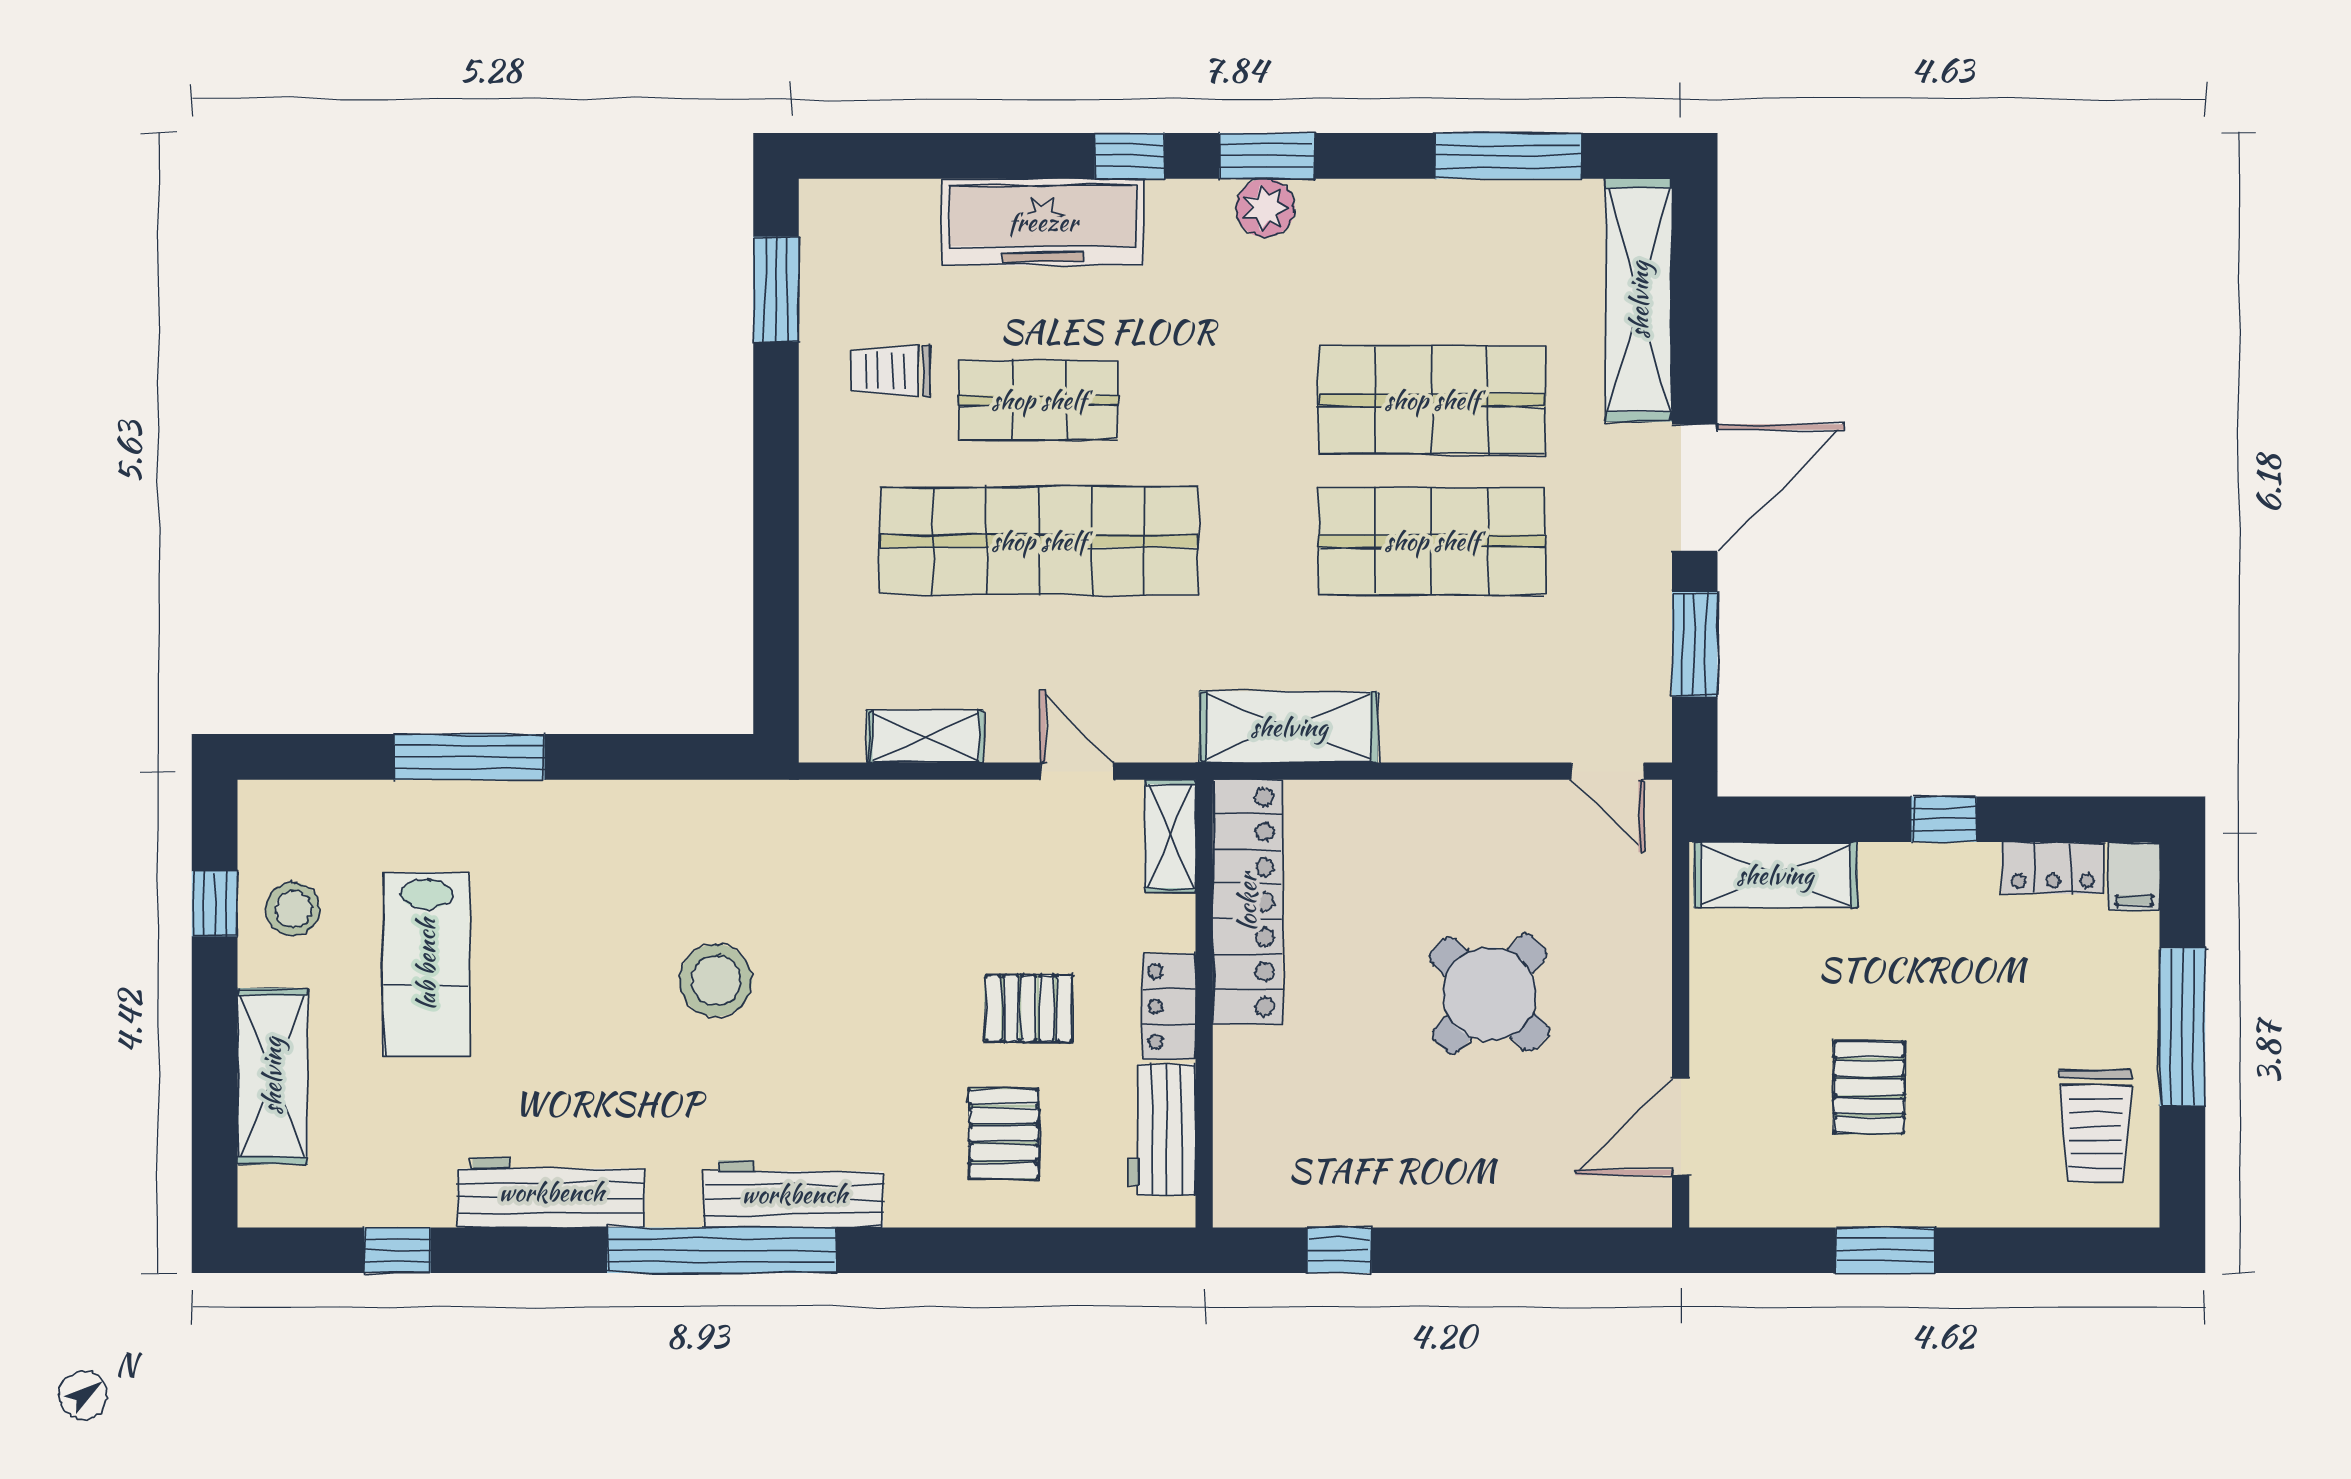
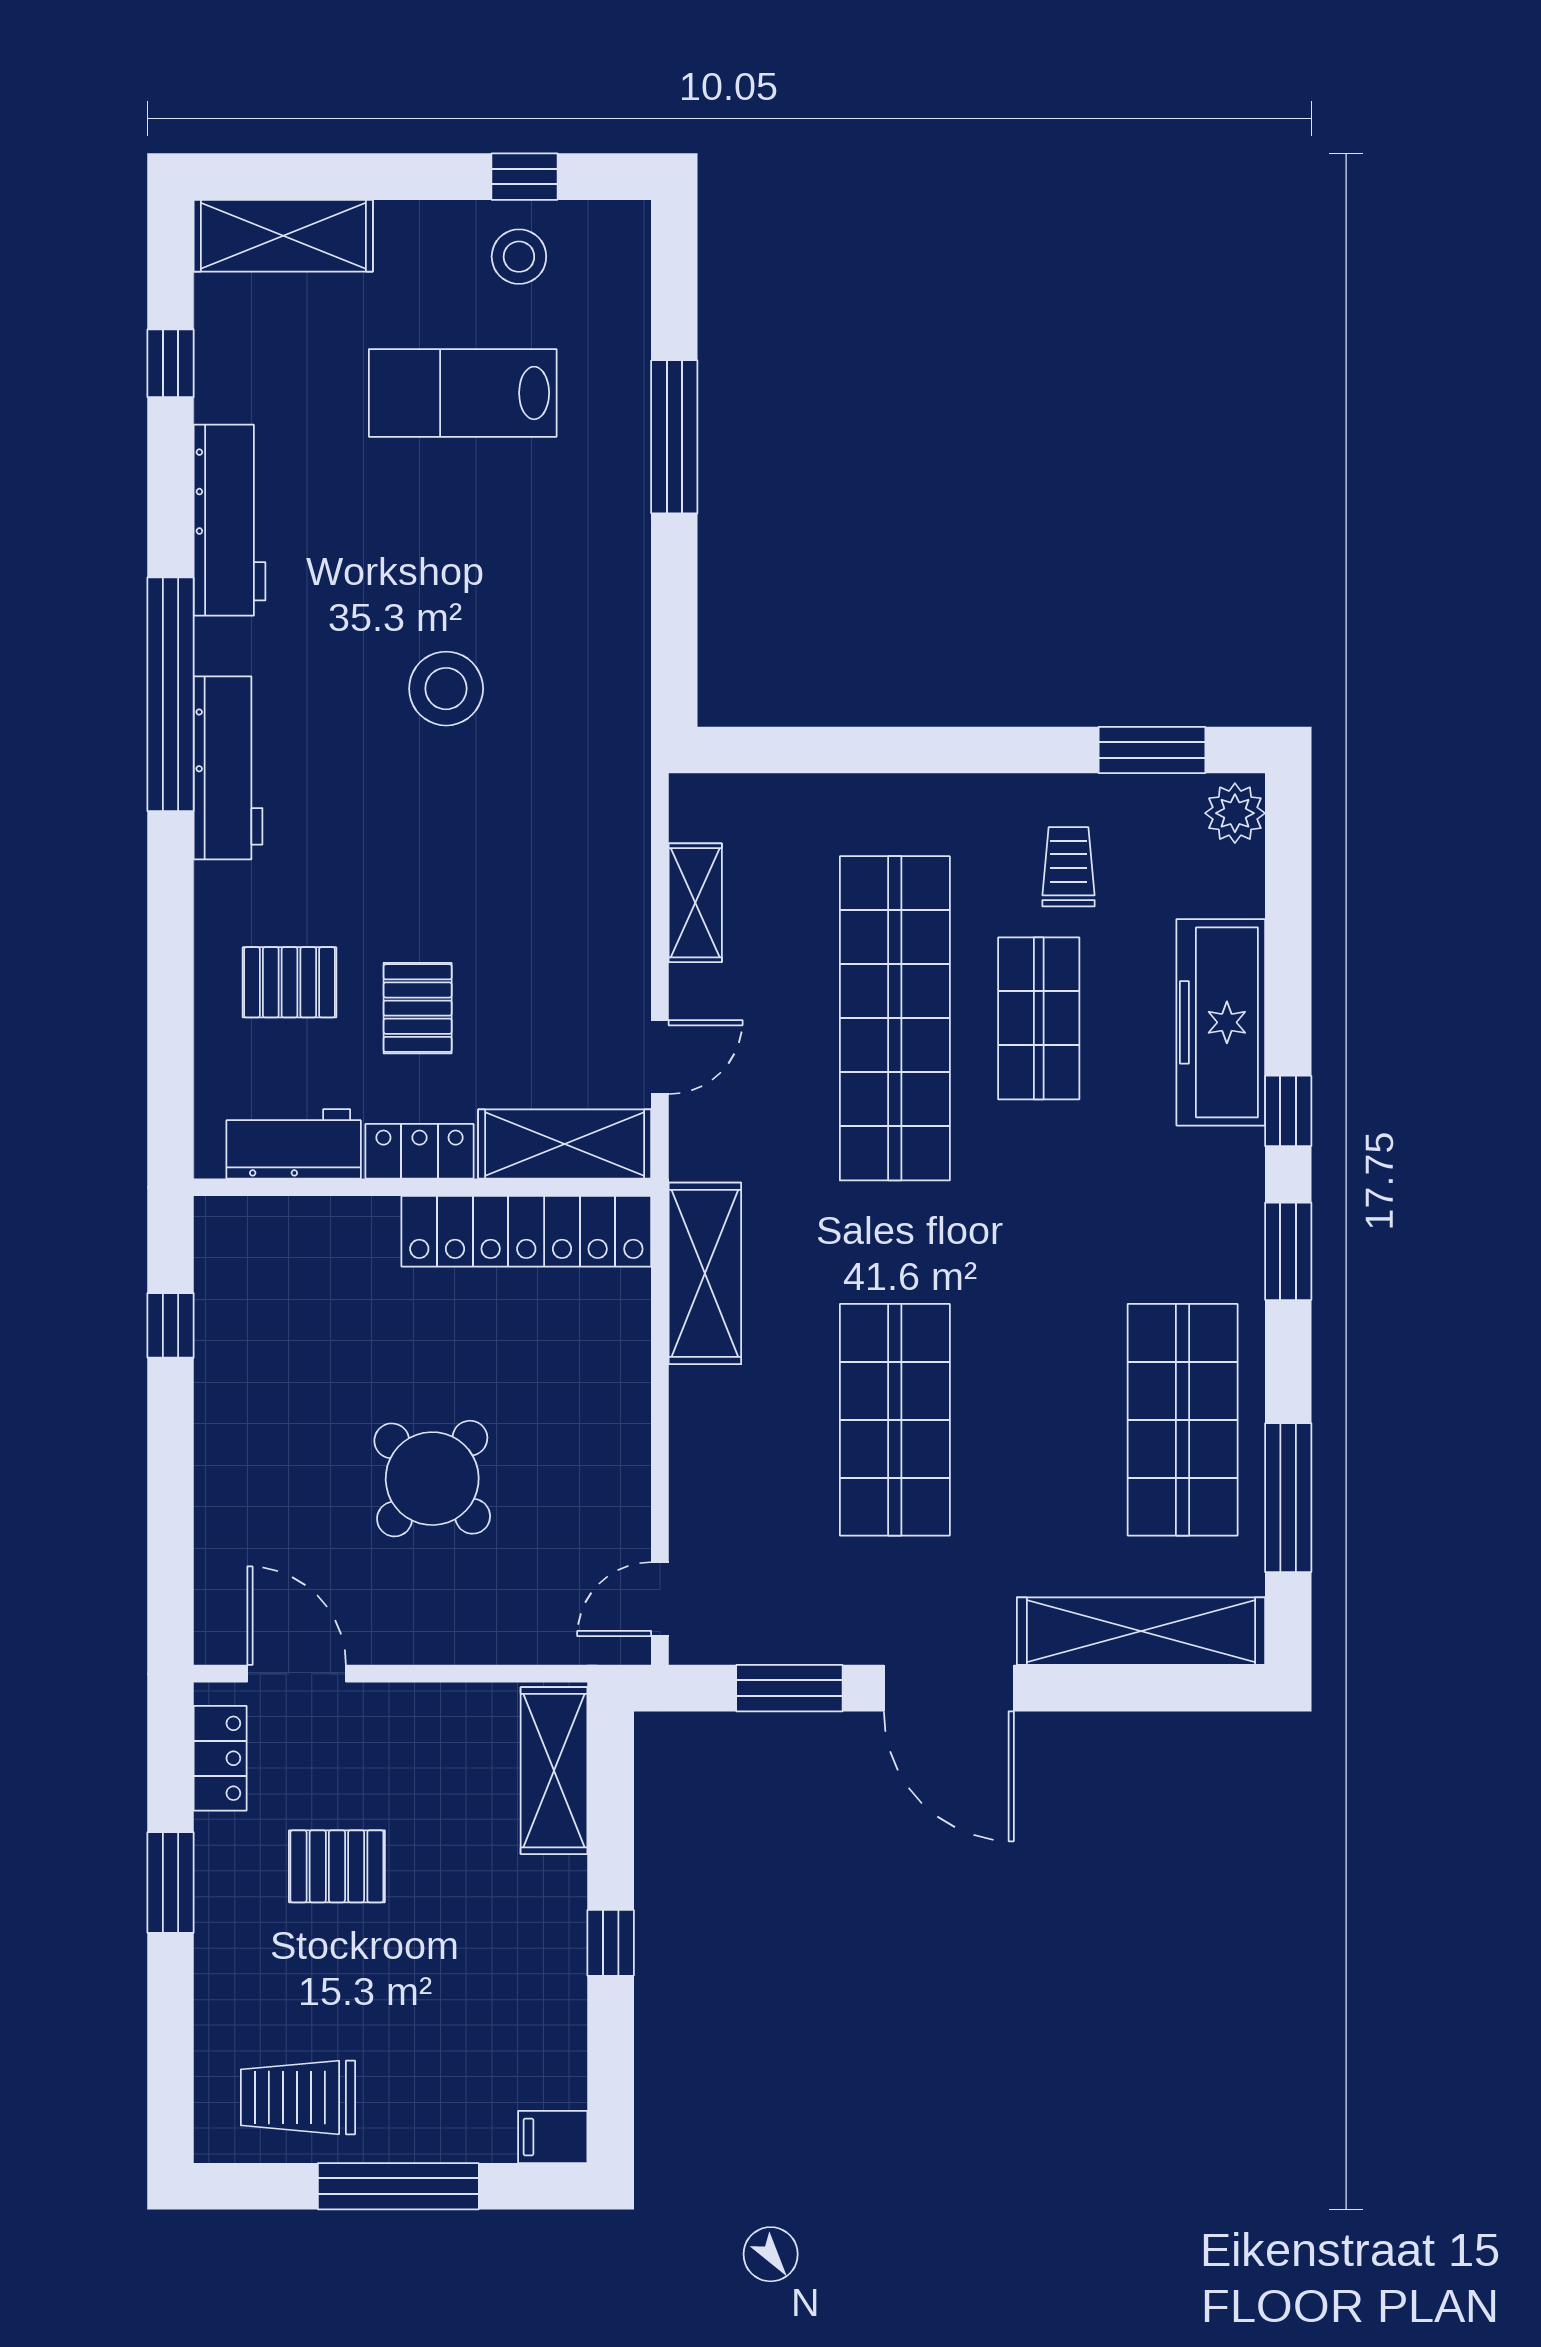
plant: (1265, 208) -> (1235, 813), moved
shop shelf: (1432, 400) -> (1183, 1420), moved
shelving: (1170, 836) -> (565, 1144), width x1.50, depth x1.33
locker: (2053, 868) -> (220, 1758), moved, turned 180
shelving: (272, 1076) -> (283, 236), moved

